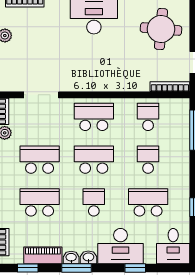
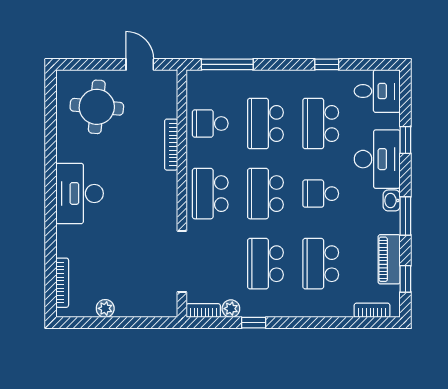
bookcase: (170, 87) -> (171, 145), moved
doorway: (41, 95) -> (182, 261), width x1.36
school desk: (148, 160) -> (265, 124), width x1.85
washbasin: (71, 258) -> (392, 223), removed

